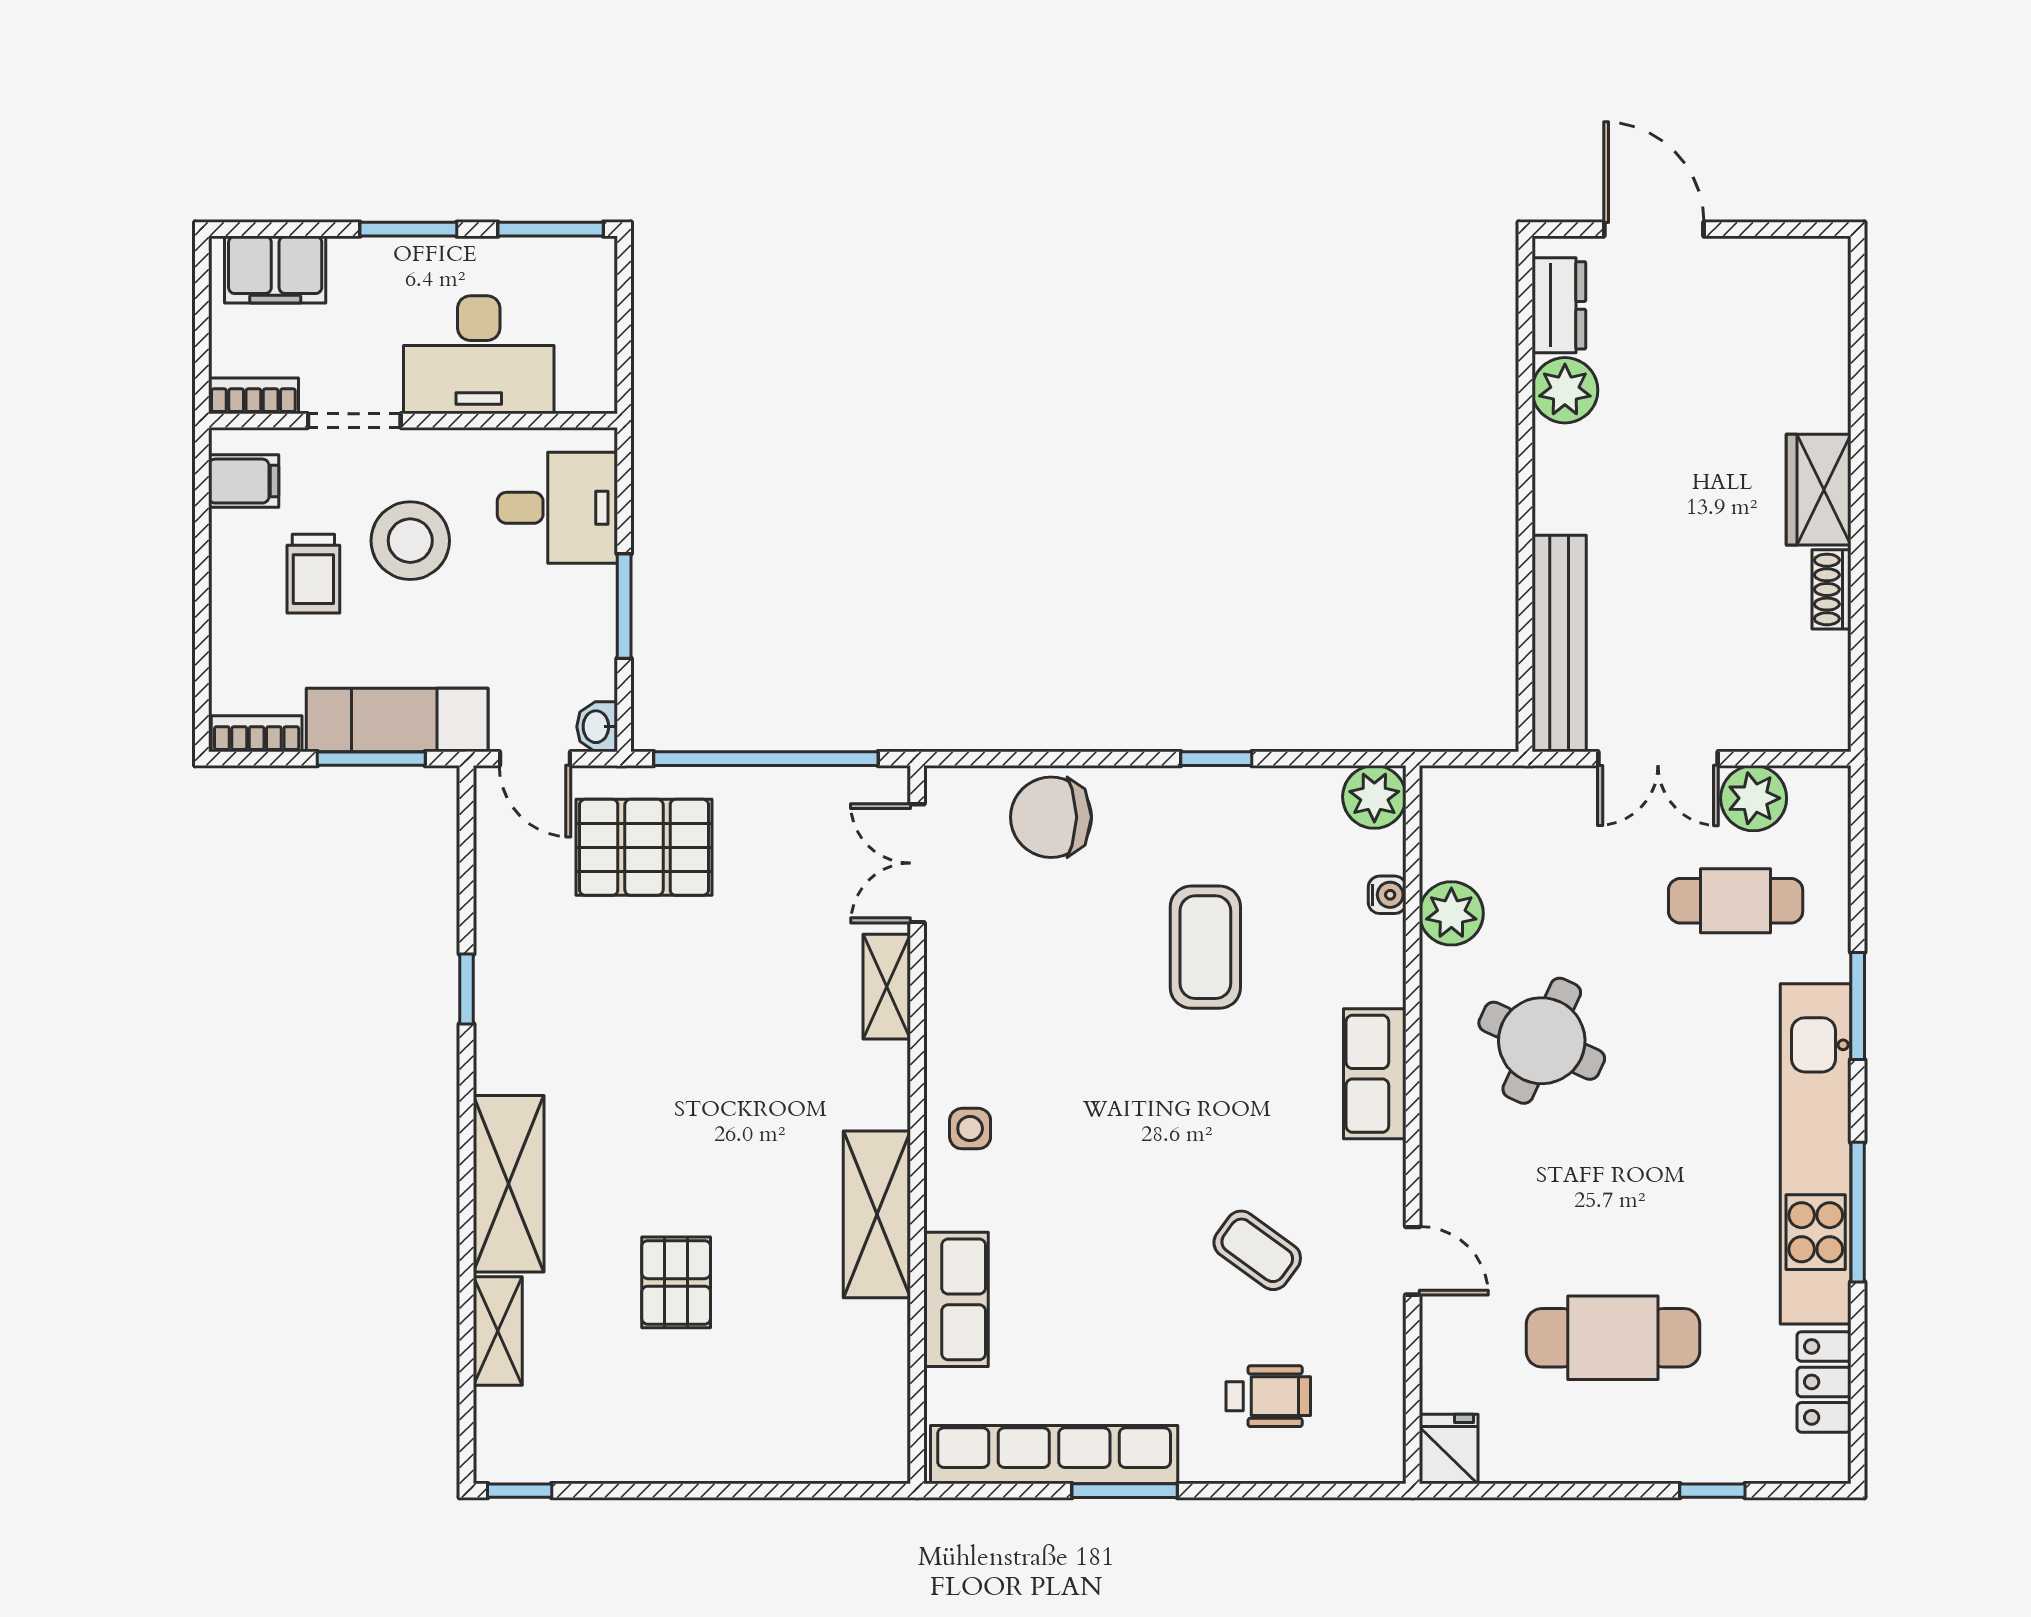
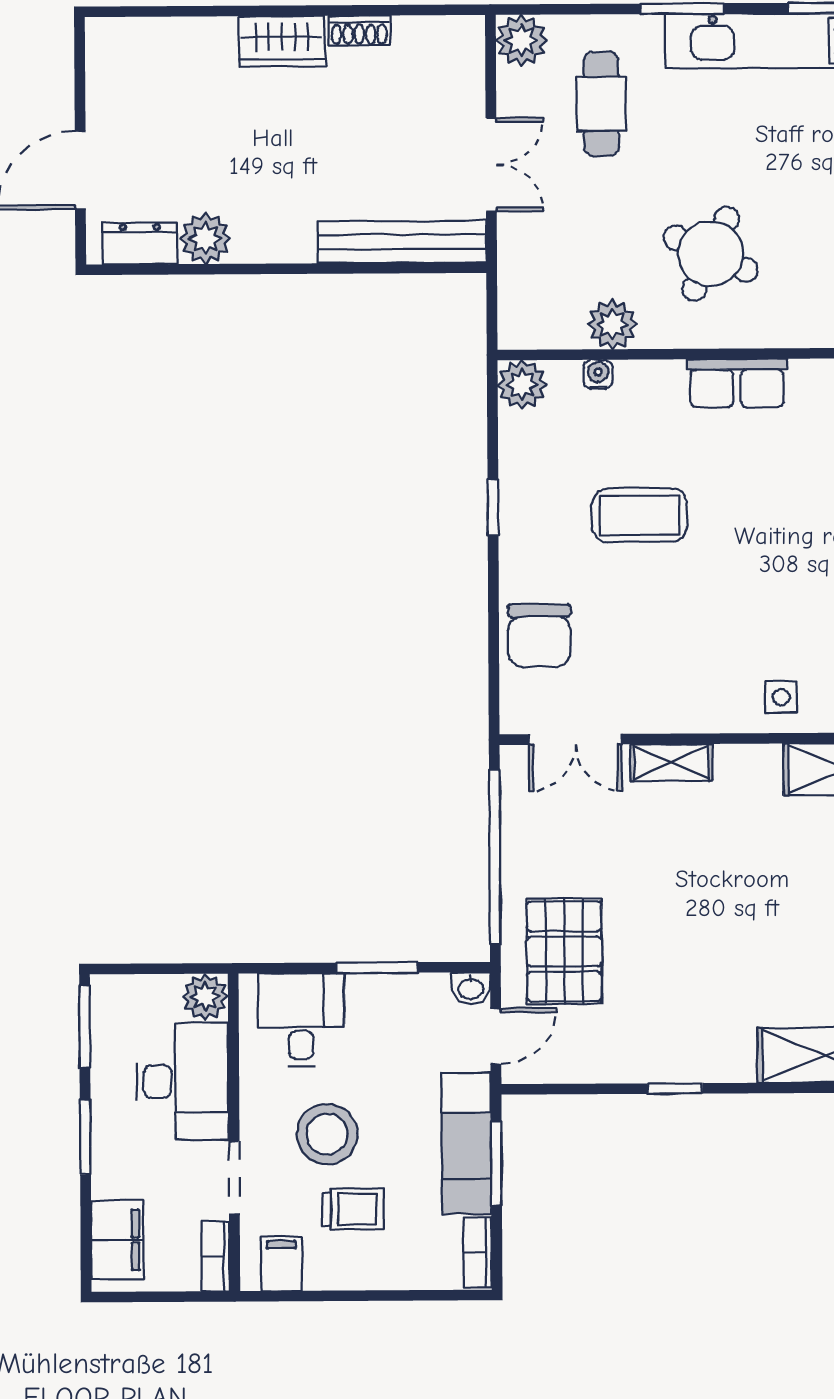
plant: (588, 384) -> (205, 997), added
plant: (1754, 798) -> (521, 40), moved

